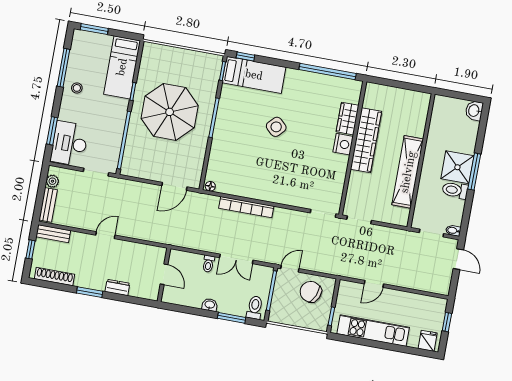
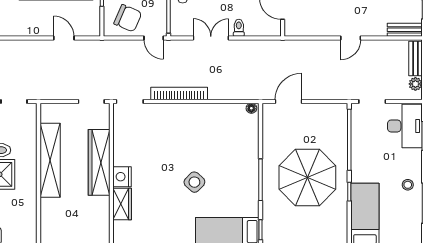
wardrobe: (366, 140) -> (99, 162), moved
bookcase: (246, 207) -> (179, 93), moved
door: (290, 269) -> (154, 38), hinge flipped
door: (374, 284) -> (64, 38), hinge flipped

